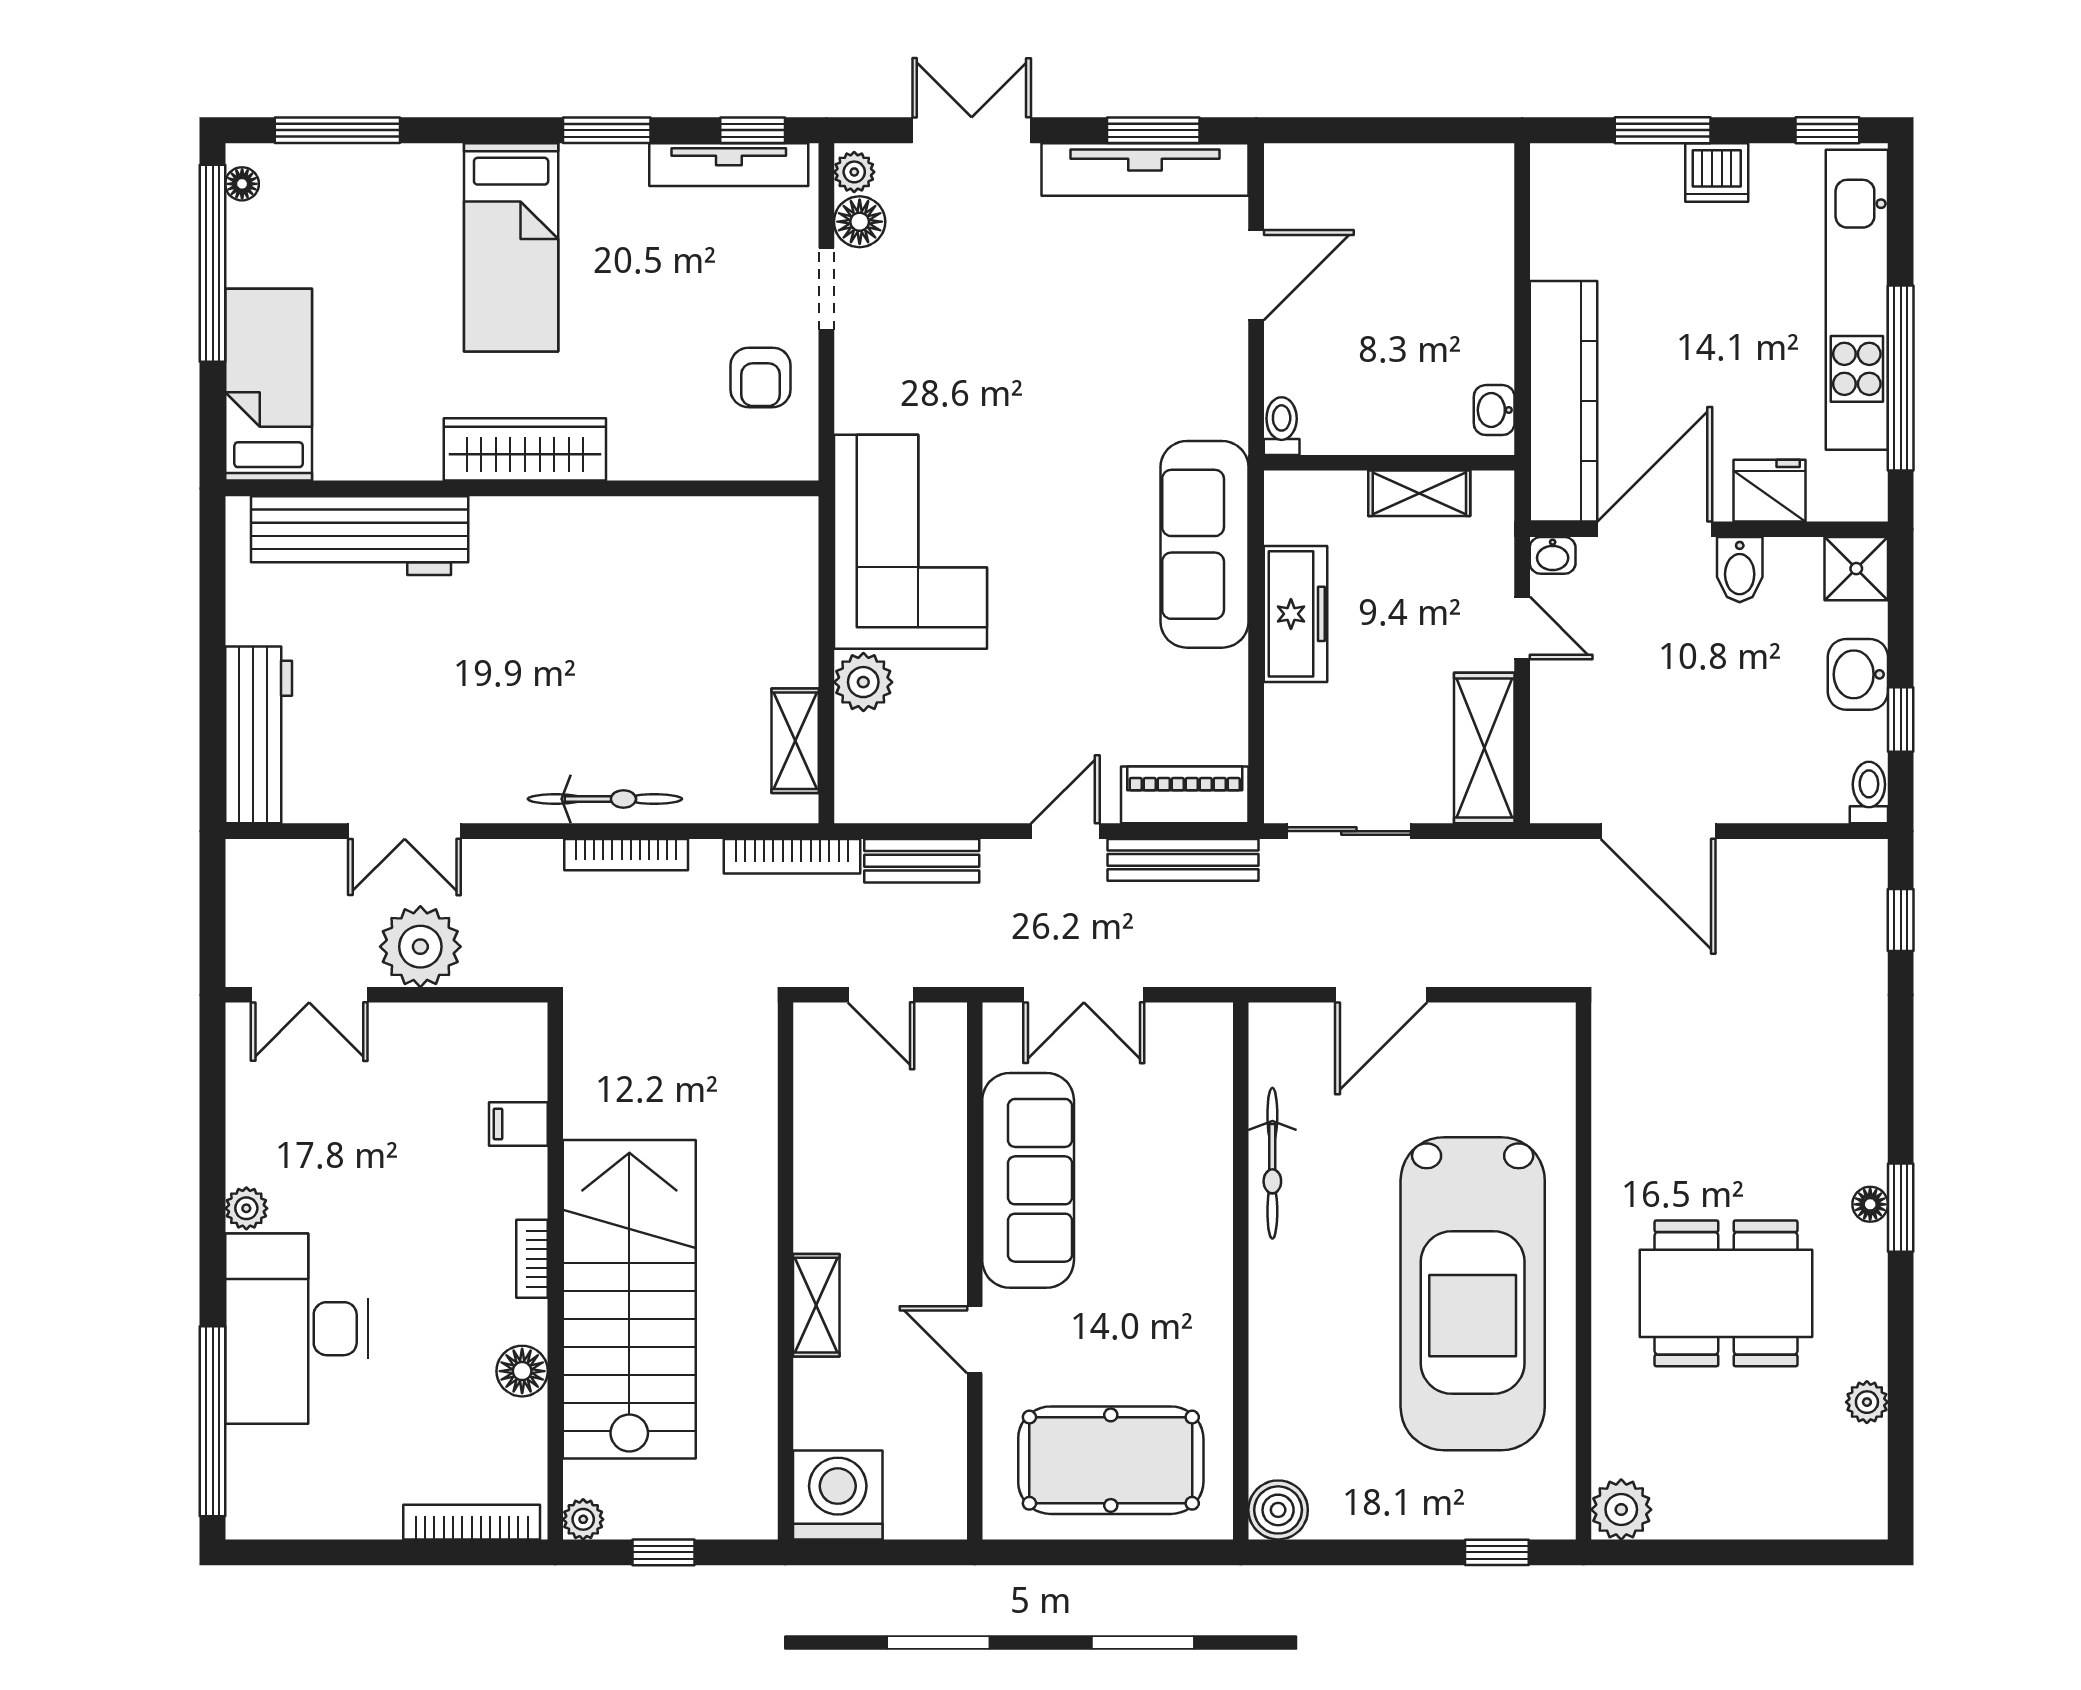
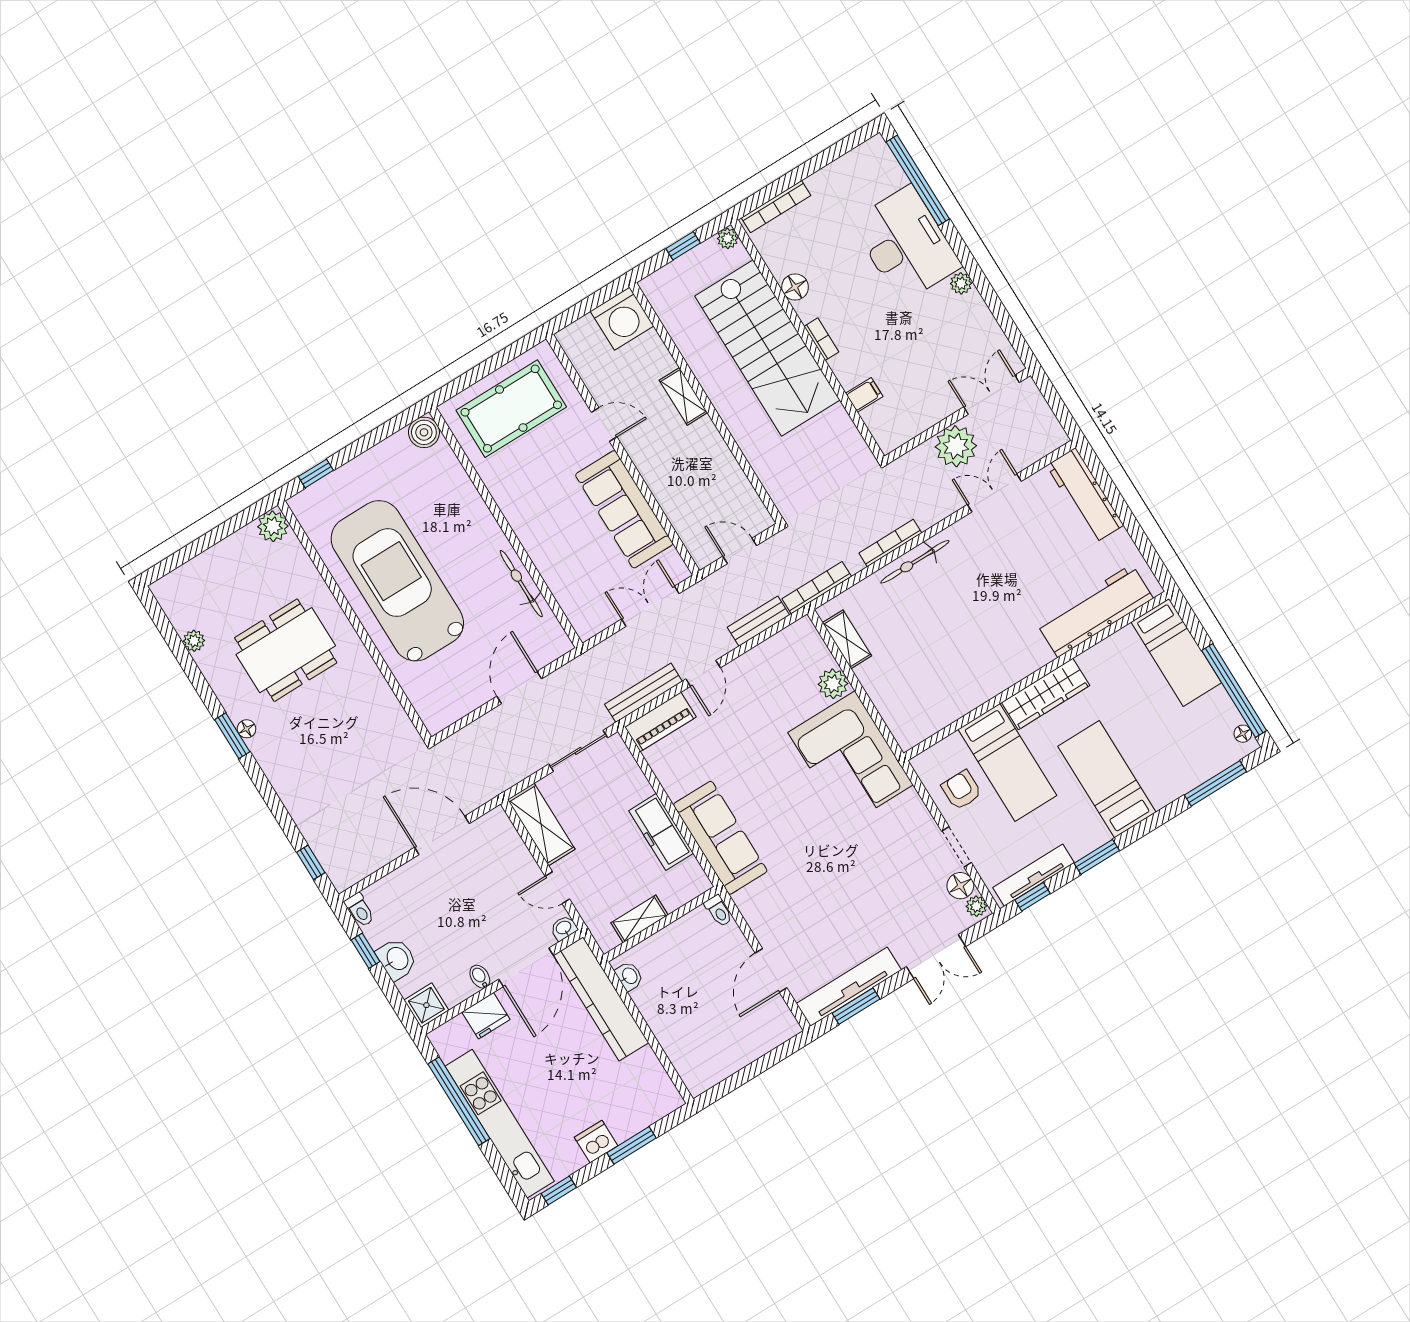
bed: (657, 376) -> (1007, 762), added
bidet: (1740, 570) -> (480, 977), width x0.72, depth x0.74

